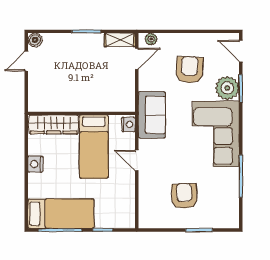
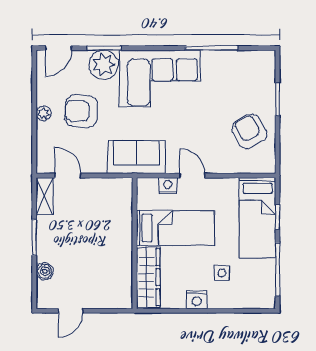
plant: (151, 39) -> (44, 114), moved
boiler: (35, 40) -> (45, 271), moved
door: (26, 61) -> (71, 311), hinge flipped
nightstand: (128, 124) -> (168, 186), moved
door: (137, 160) -> (192, 176), swing flipped
side table: (57, 185) -> (222, 273), added
armchair: (184, 196) -> (249, 131), moved, turned 63
bed: (61, 214) -> (257, 218), moved, turned 180

